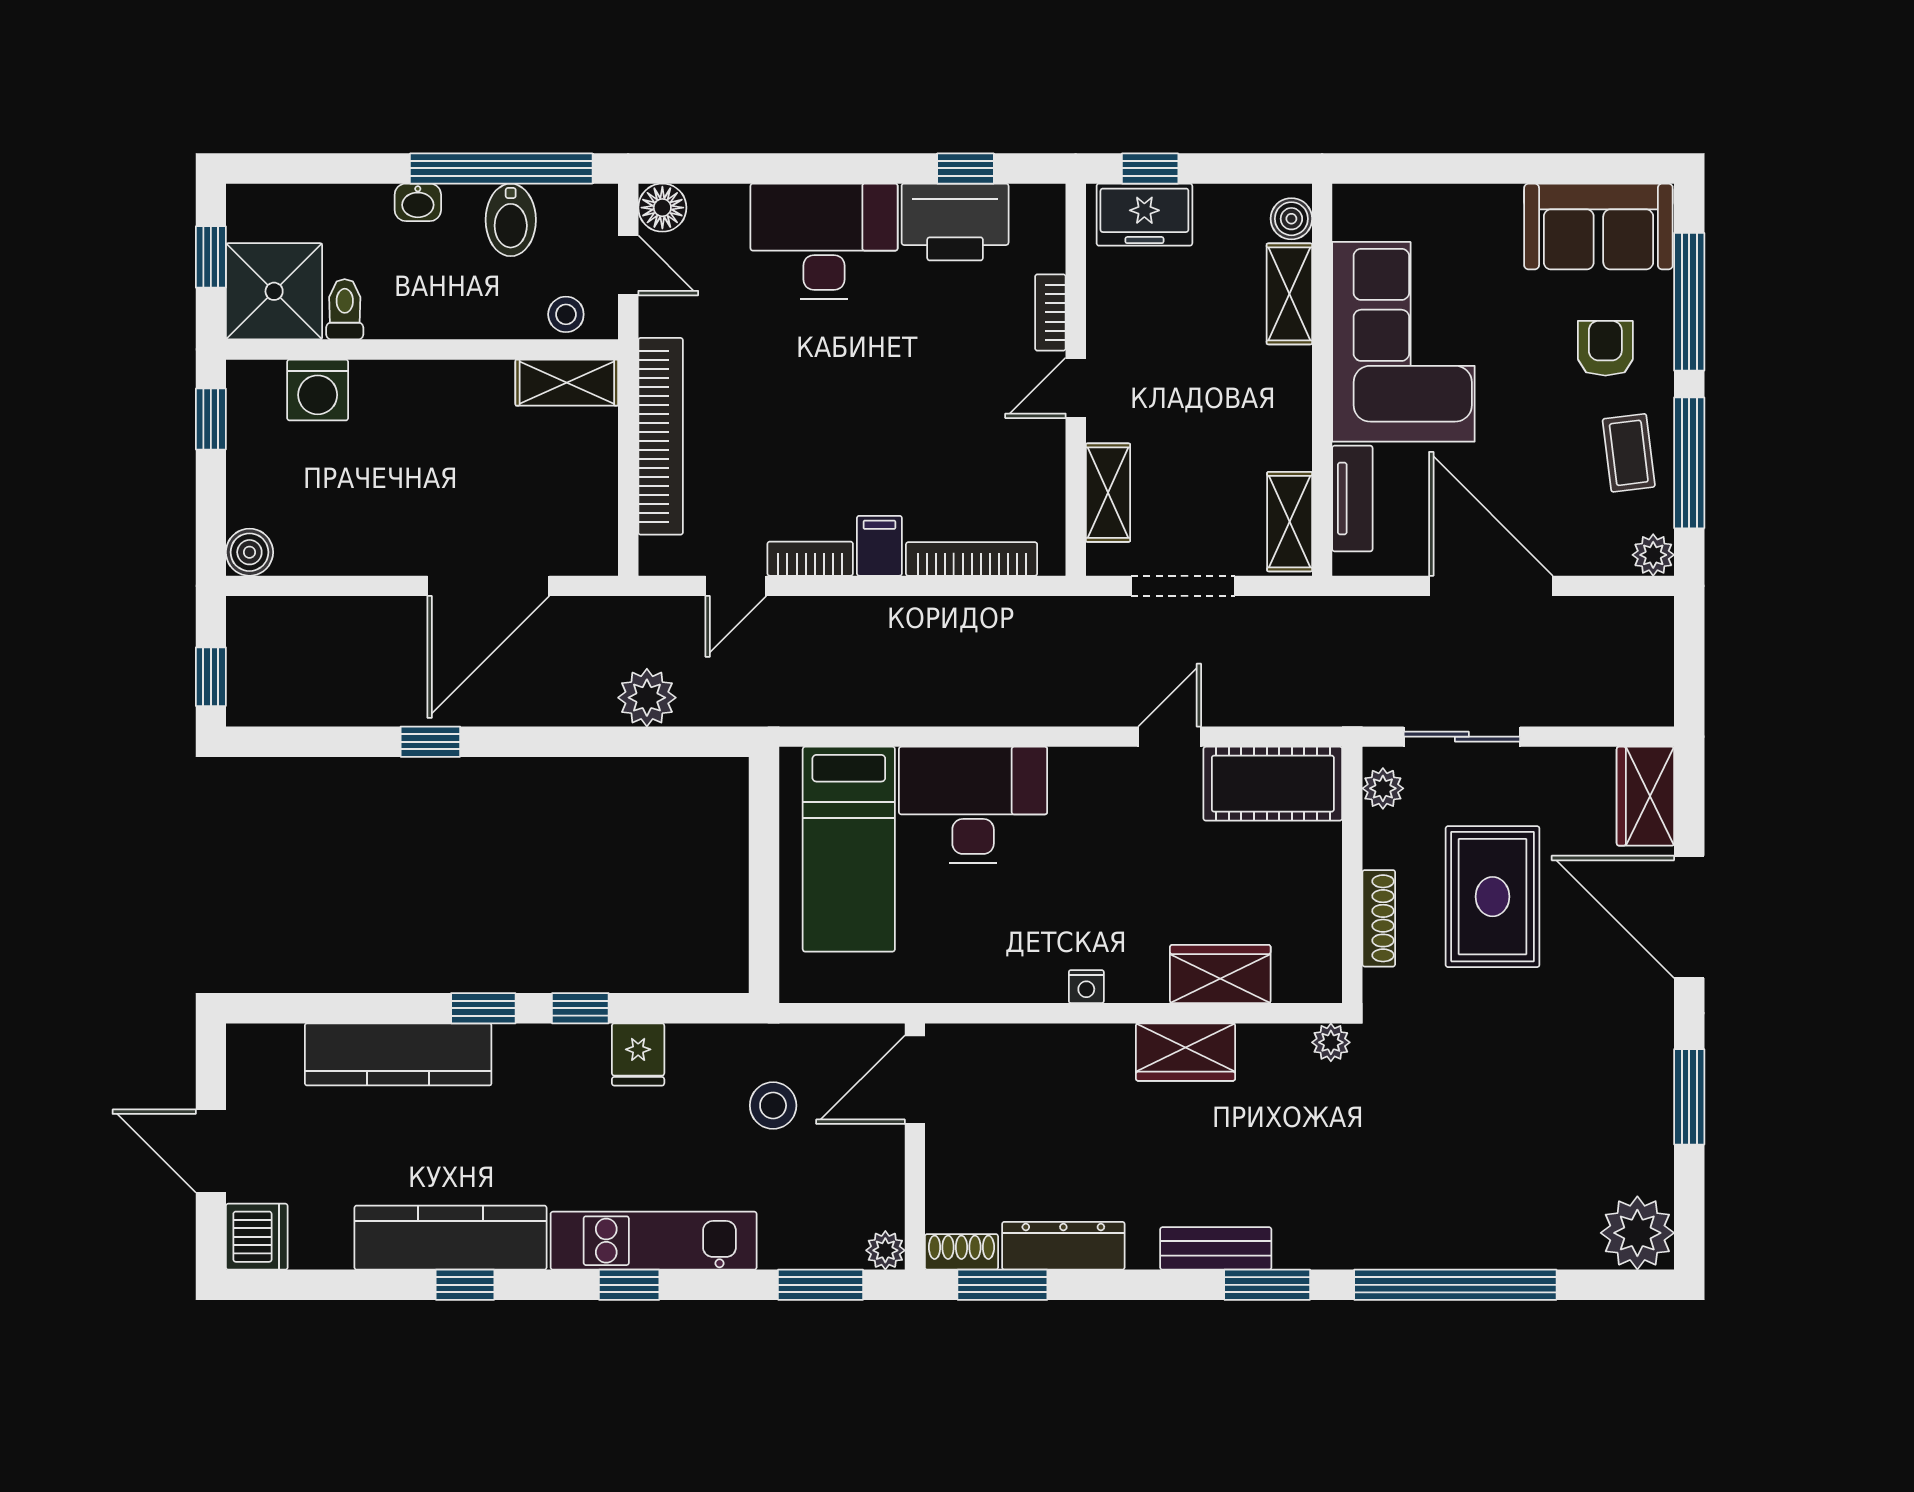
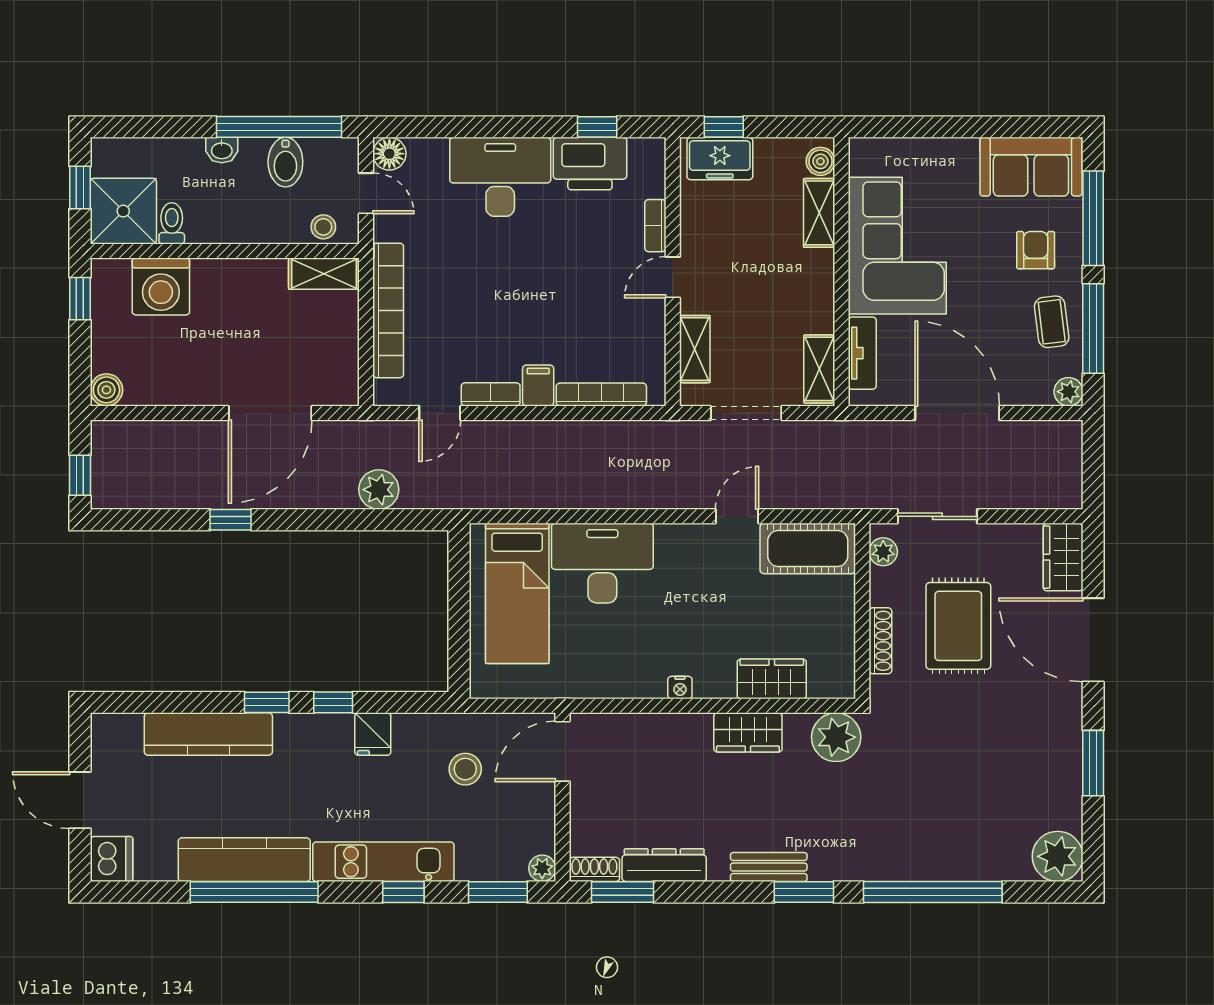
washing machine: (318, 390) -> (161, 286), width x1.37, depth x1.37
plant: (1331, 1042) -> (836, 737), width x1.87, depth x1.87
window: (465, 1285) -> (254, 892), width x3.17
window: (629, 1285) -> (403, 892), moved

